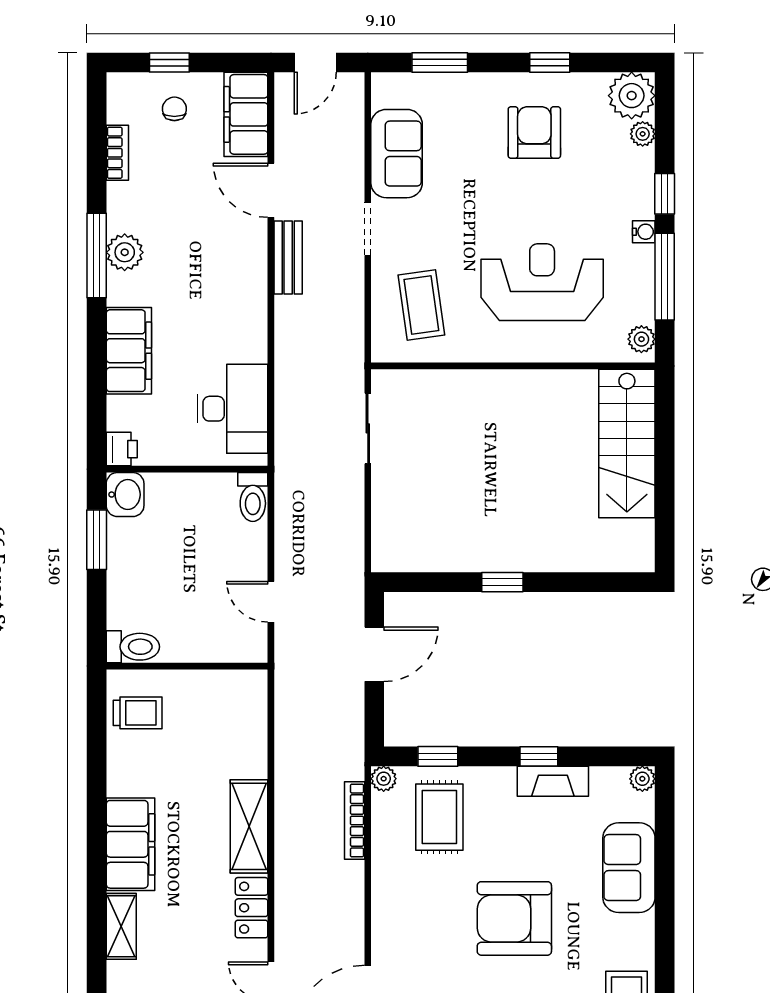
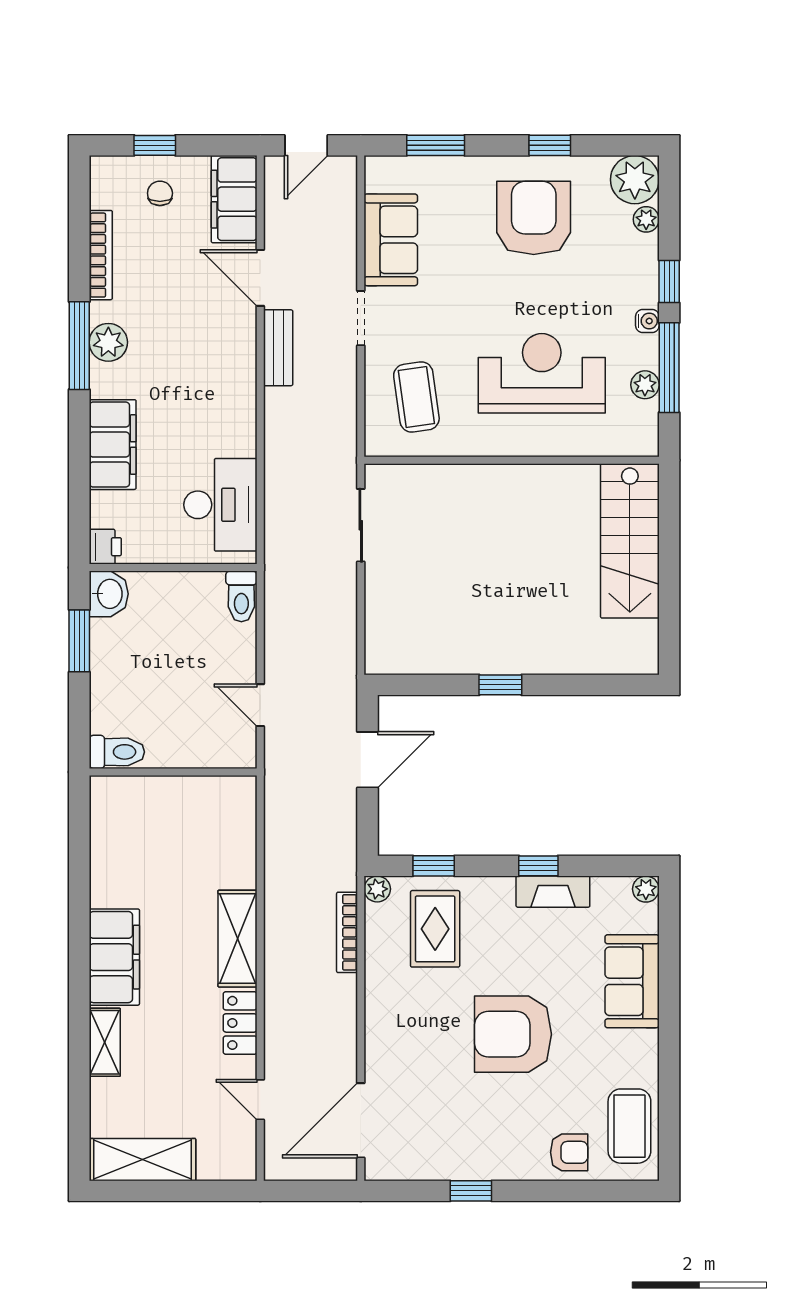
armchair: (534, 133) -> (534, 218), width x1.36, depth x1.36
bookcase: (117, 153) -> (101, 255), width x1.56
plant: (641, 339) -> (645, 385), moved
trolley: (138, 713) -> (122, 821), removed

